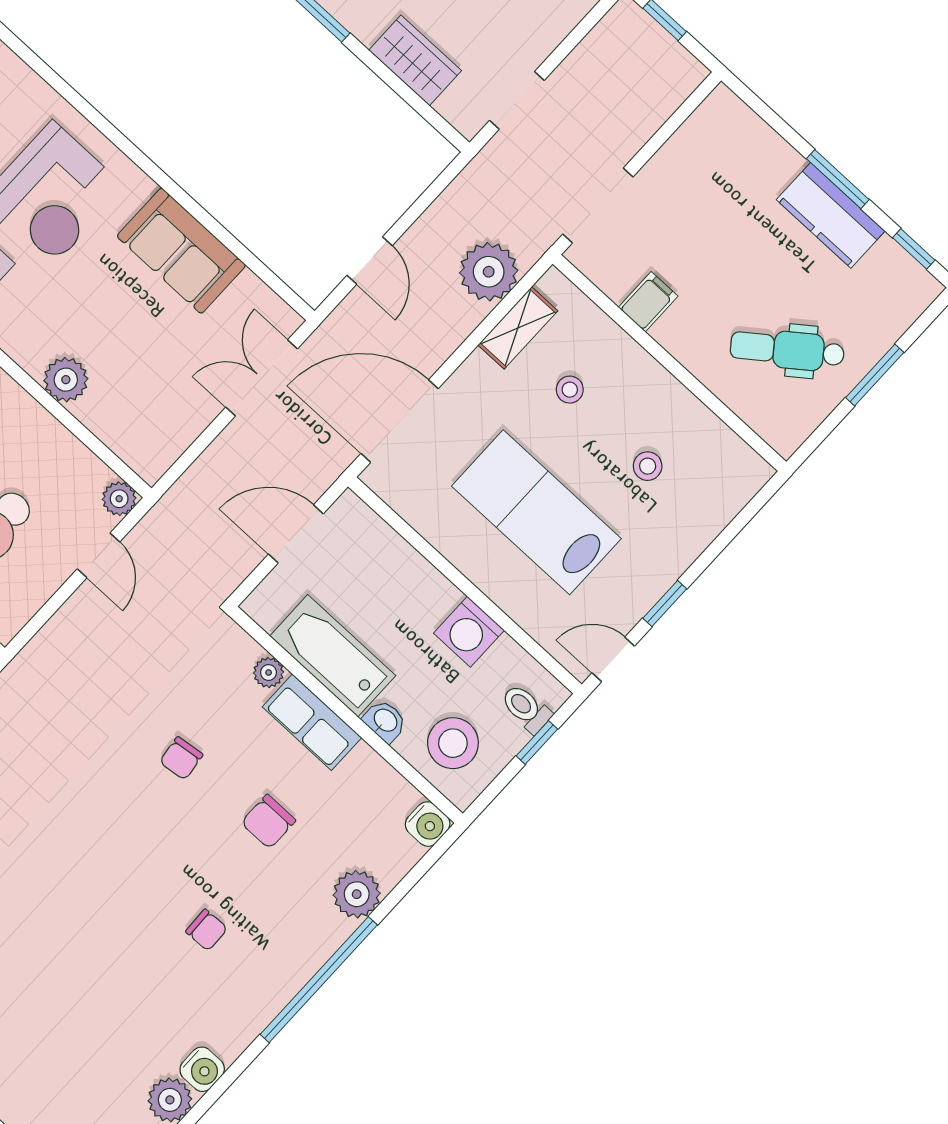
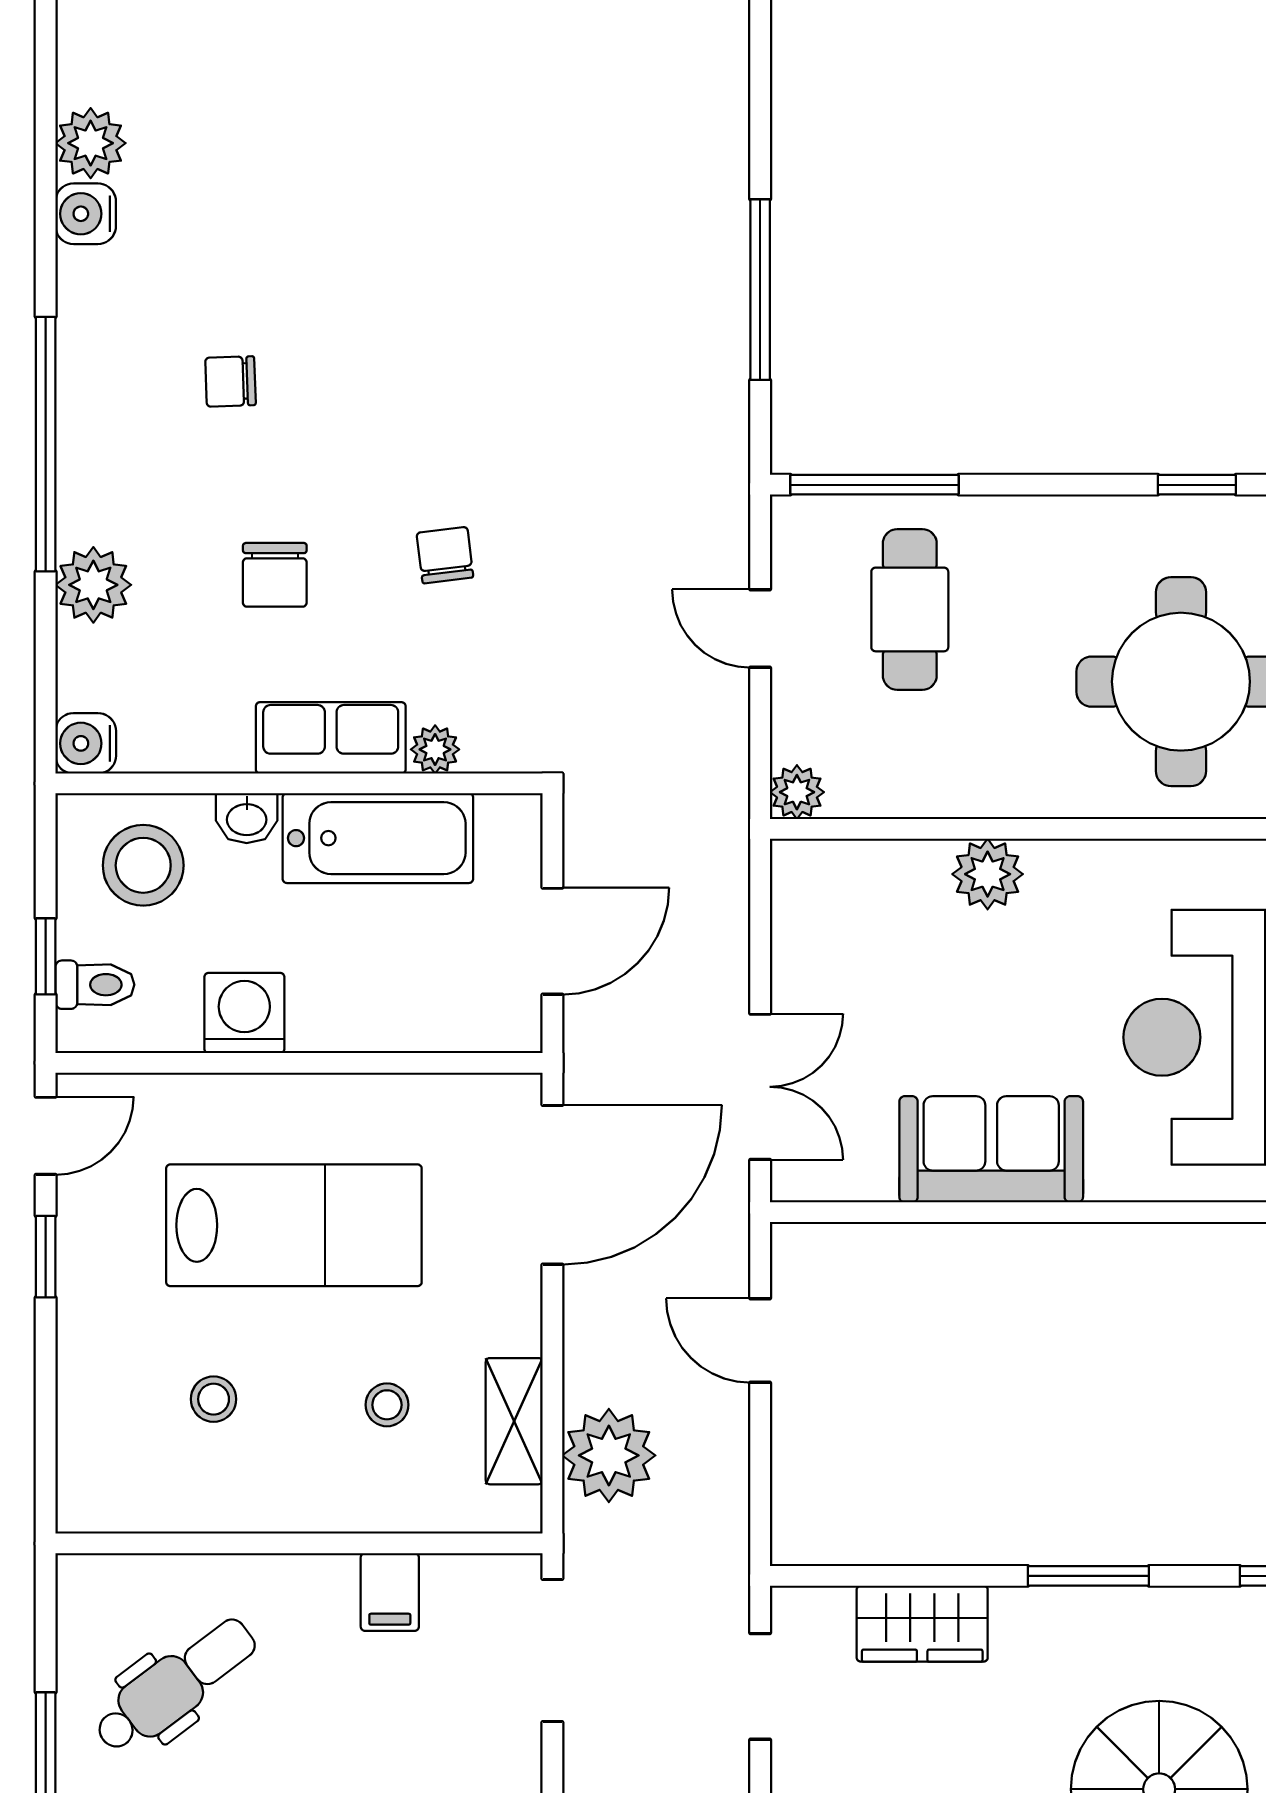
door: (98, 555) -> (760, 629), moved
chair: (268, 822) -> (275, 575), turned 180

